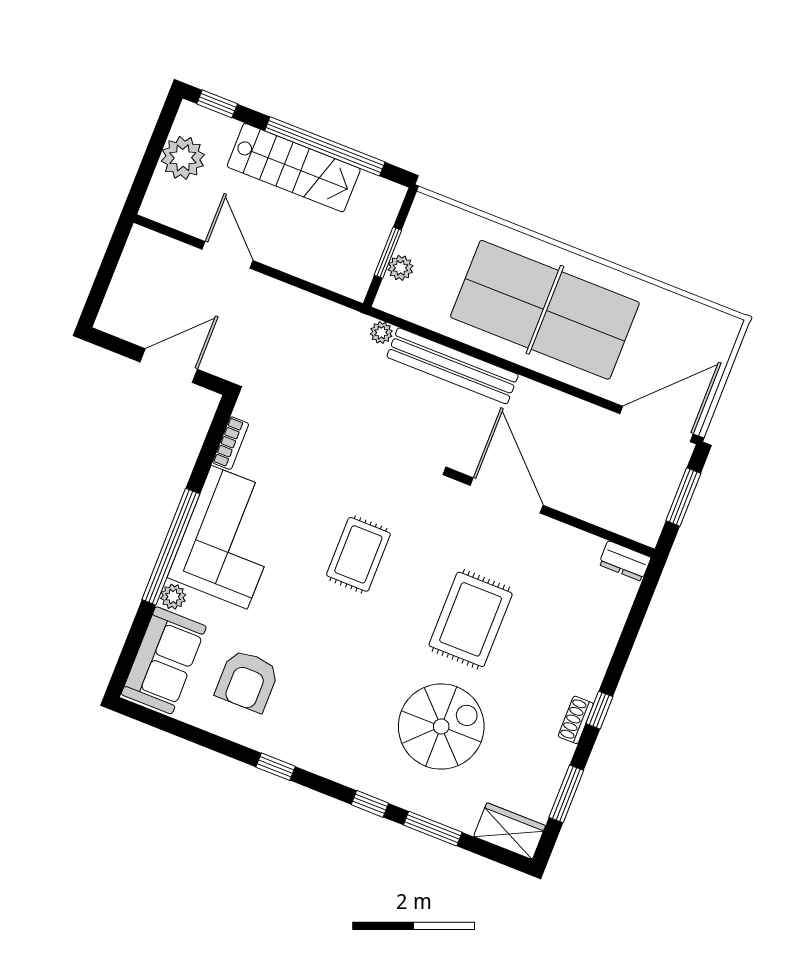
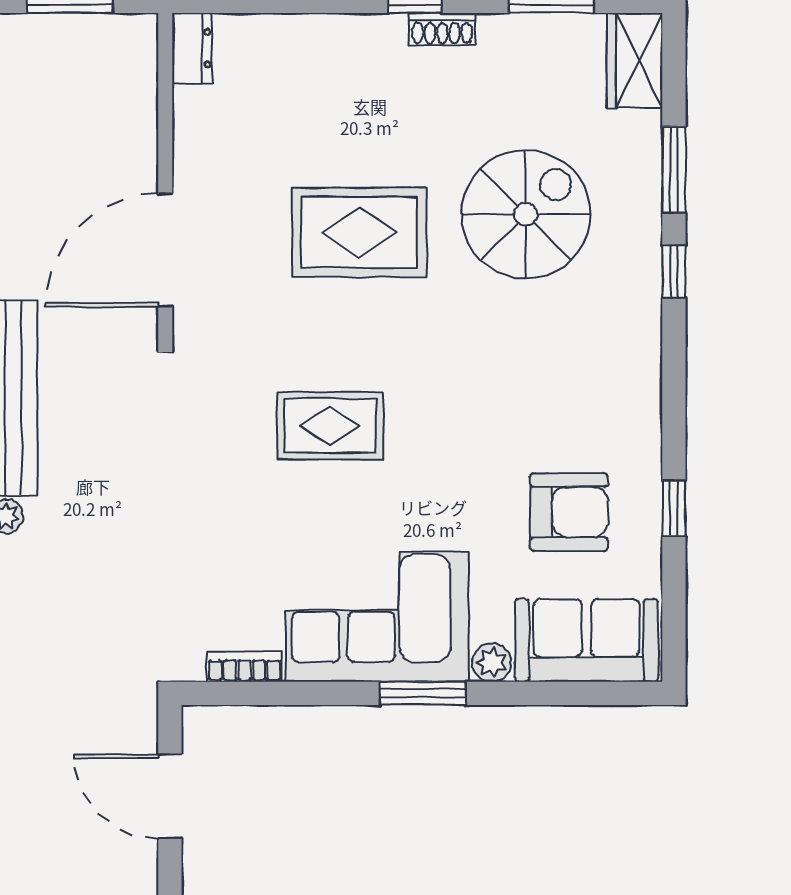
window: (171, 547) -> (423, 693), width x0.47
spiral stairs: (441, 726) -> (526, 214), turned 90
window: (276, 767) -> (674, 508), moved

